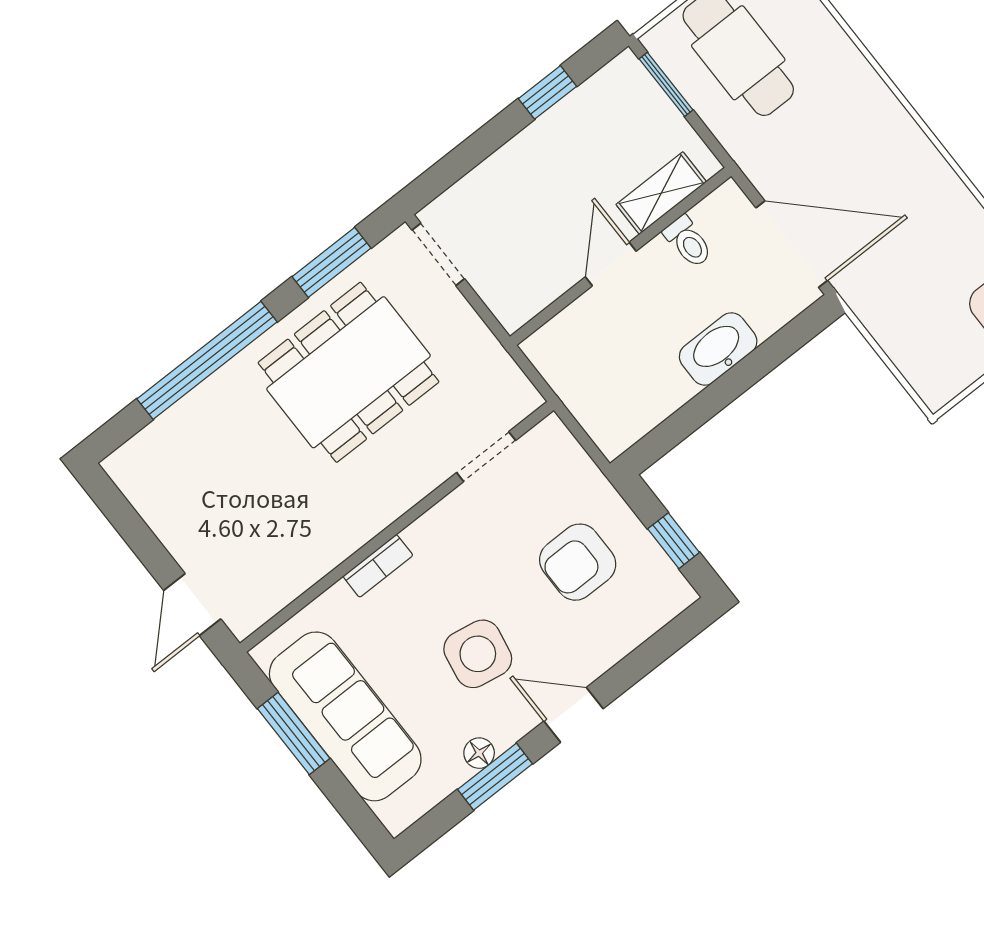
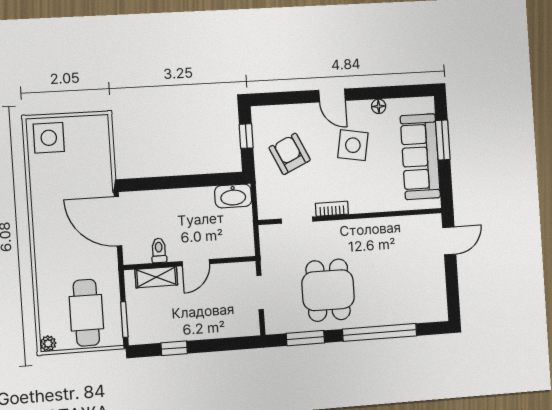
doorway: (438, 254) -> (260, 292), moved
washbasin: (718, 349) -> (233, 196), moved
dining table: (349, 372) -> (328, 290), width x0.73
armchair: (578, 562) -> (290, 154), turned -115
bookcase: (378, 566) -> (332, 209), moved
window: (294, 734) -> (443, 140), moved
window: (495, 777) -> (379, 93), removed

